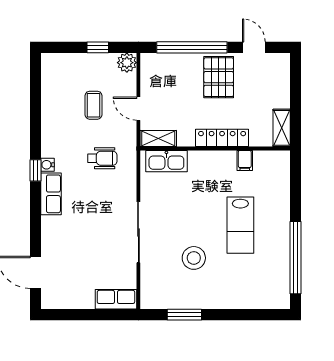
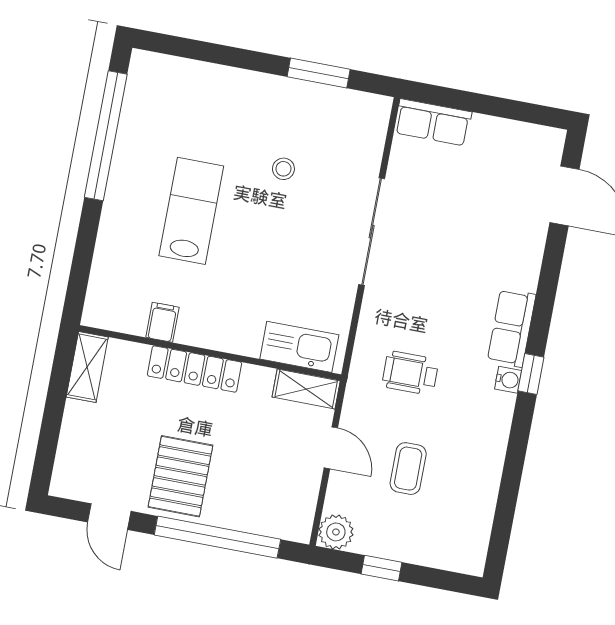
stool: (194, 258) -> (283, 169), width x0.53, depth x0.53

